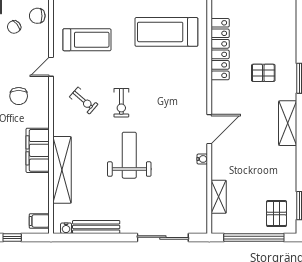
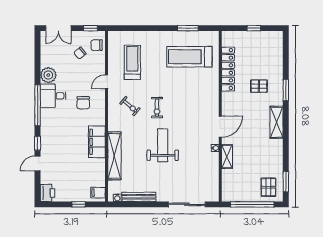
treadmill: (87, 40) -> (132, 62), turned -90
shelving: (219, 197) -> (227, 157), moved

